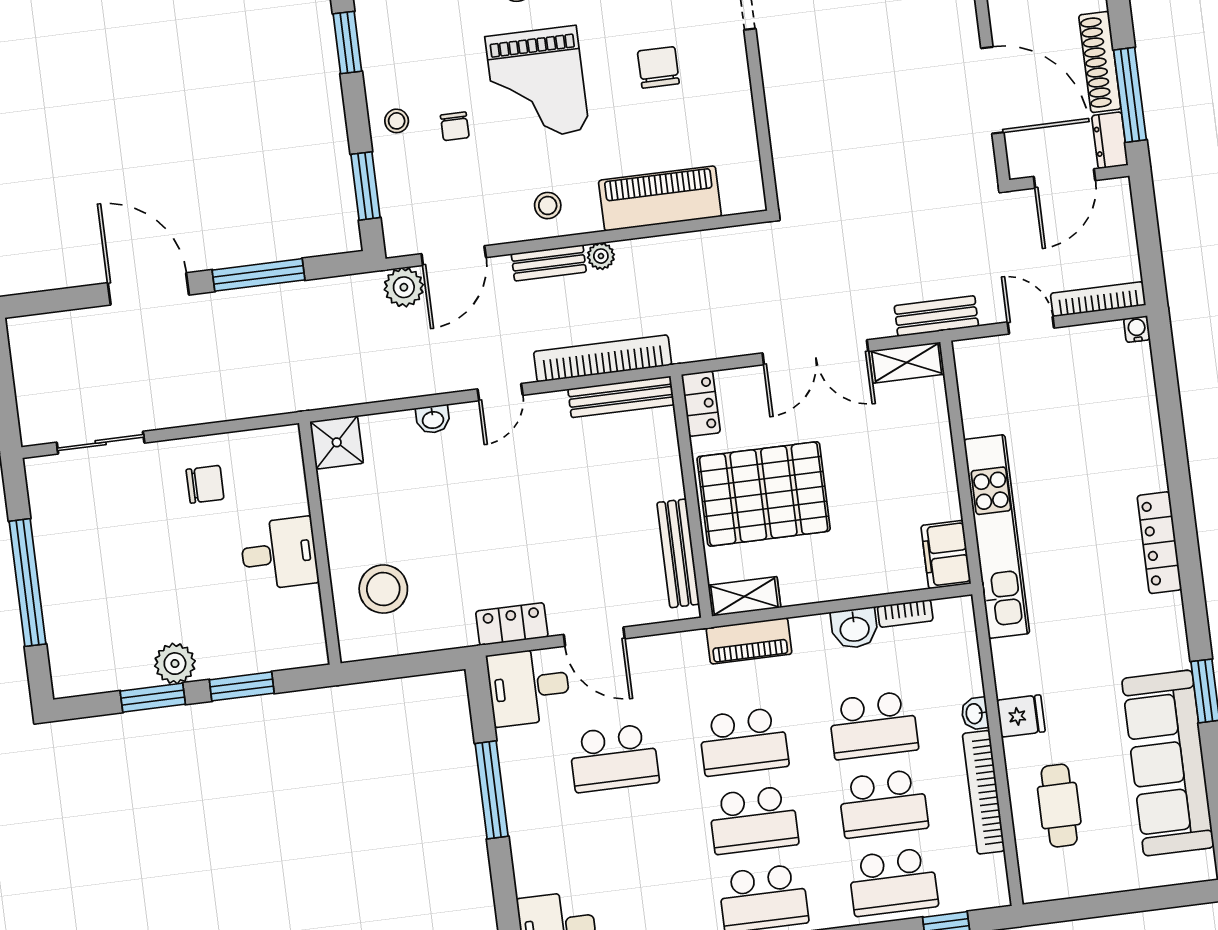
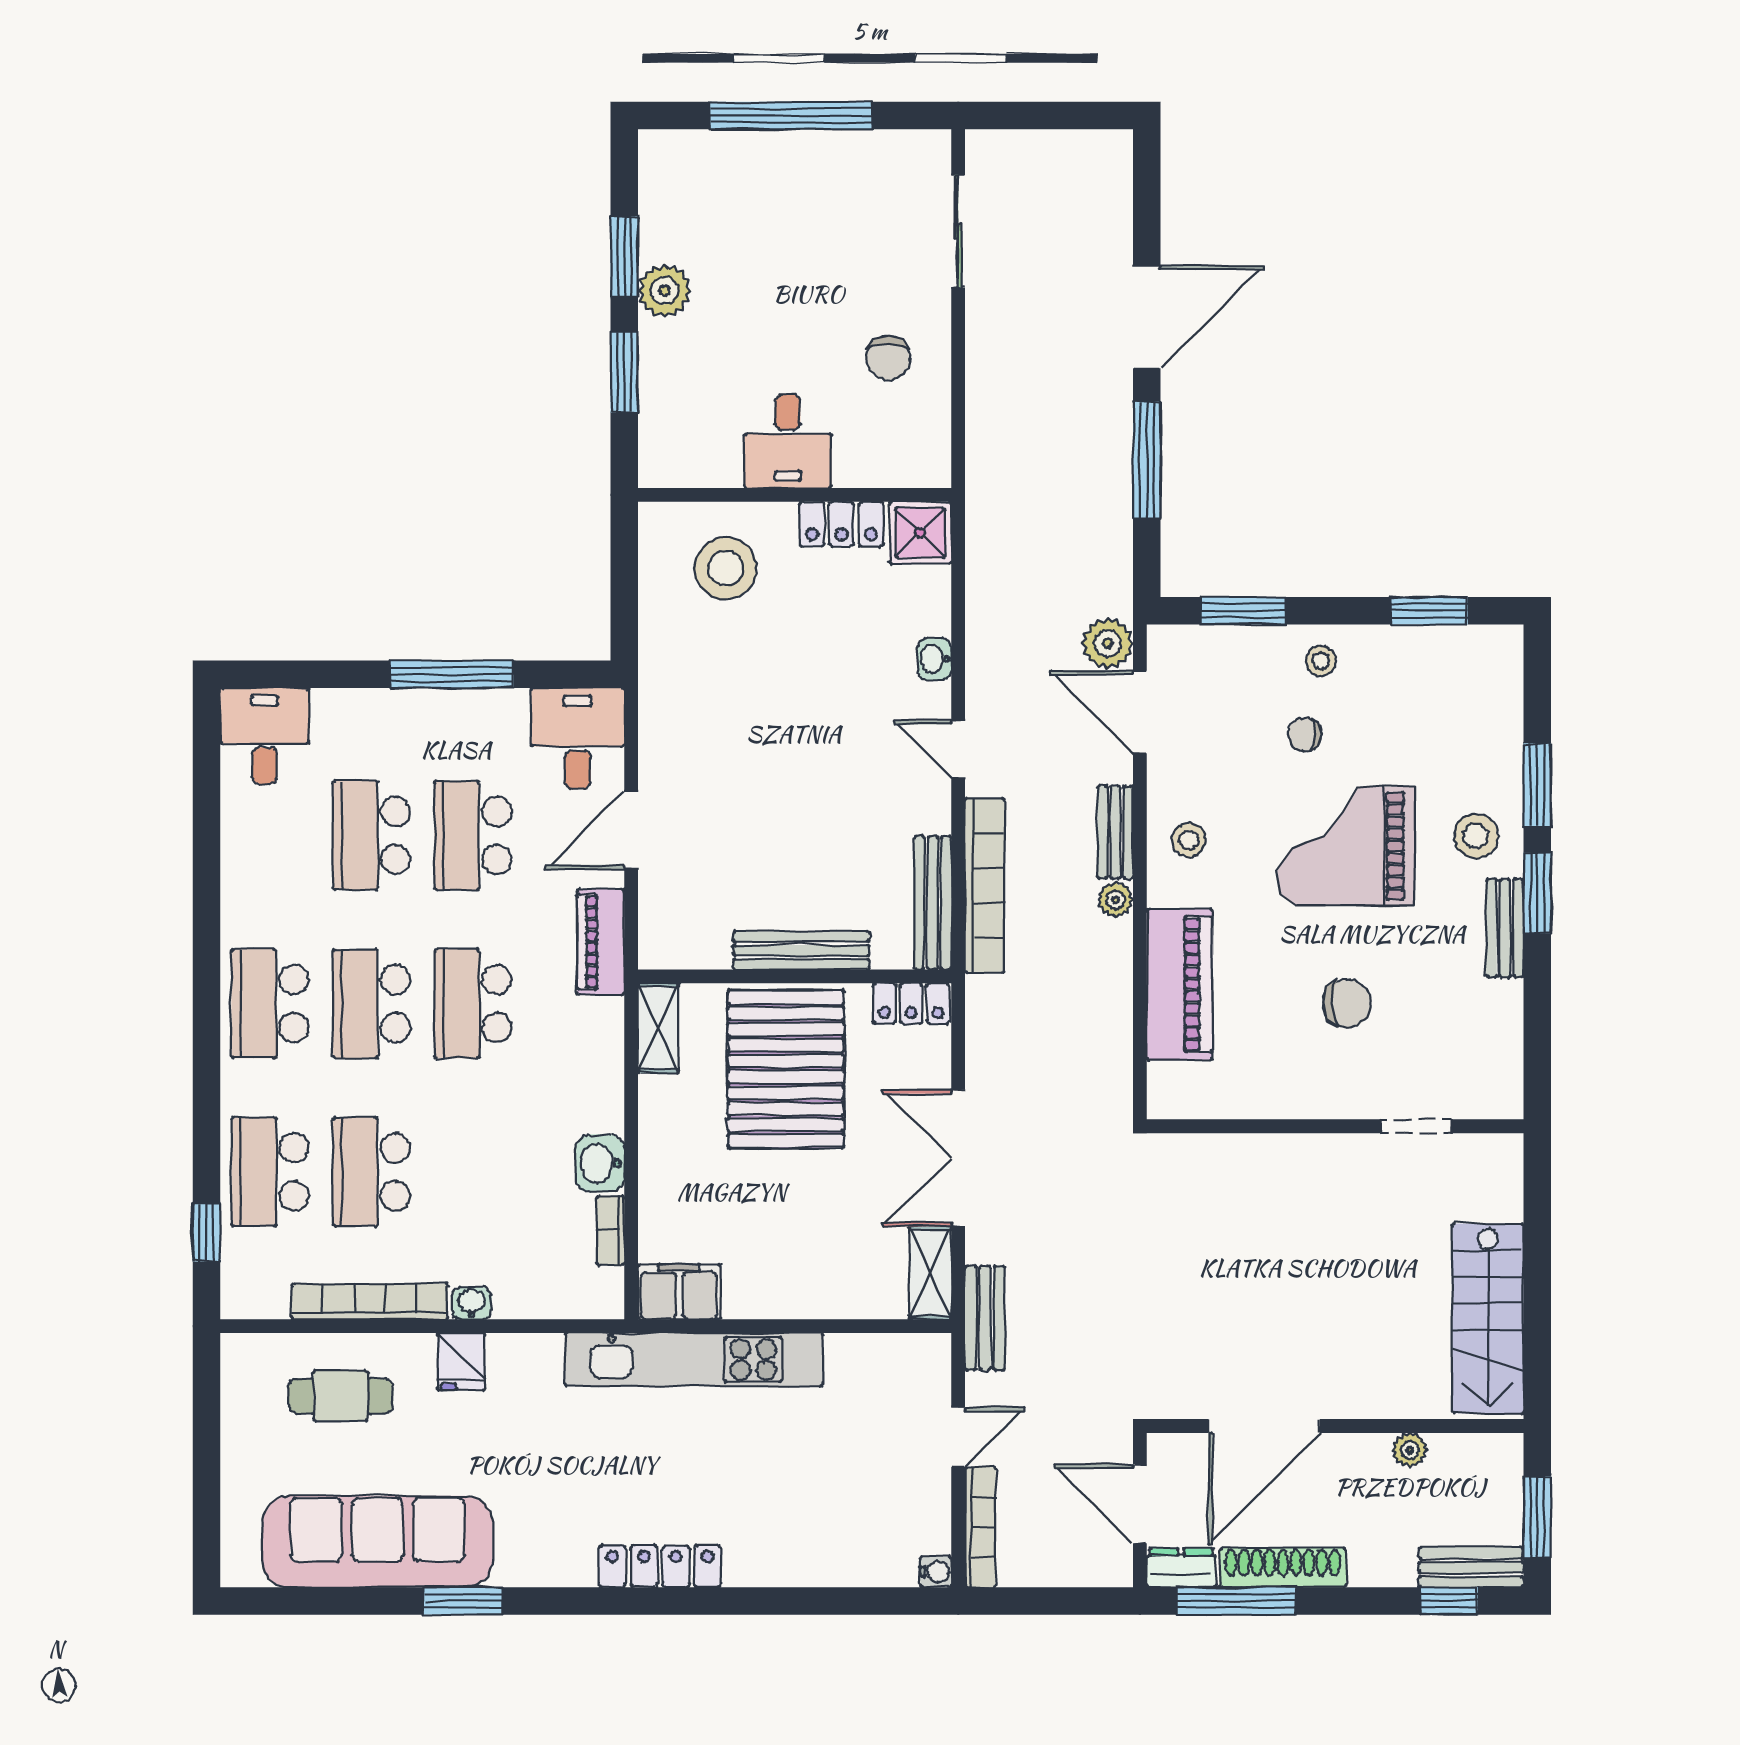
bench: (678, 553) -> (801, 950), moved
locker: (512, 624) -> (842, 524), moved, turned 90
piano: (749, 641) -> (601, 942), moved
school desk: (873, 725) -> (371, 835), moved

